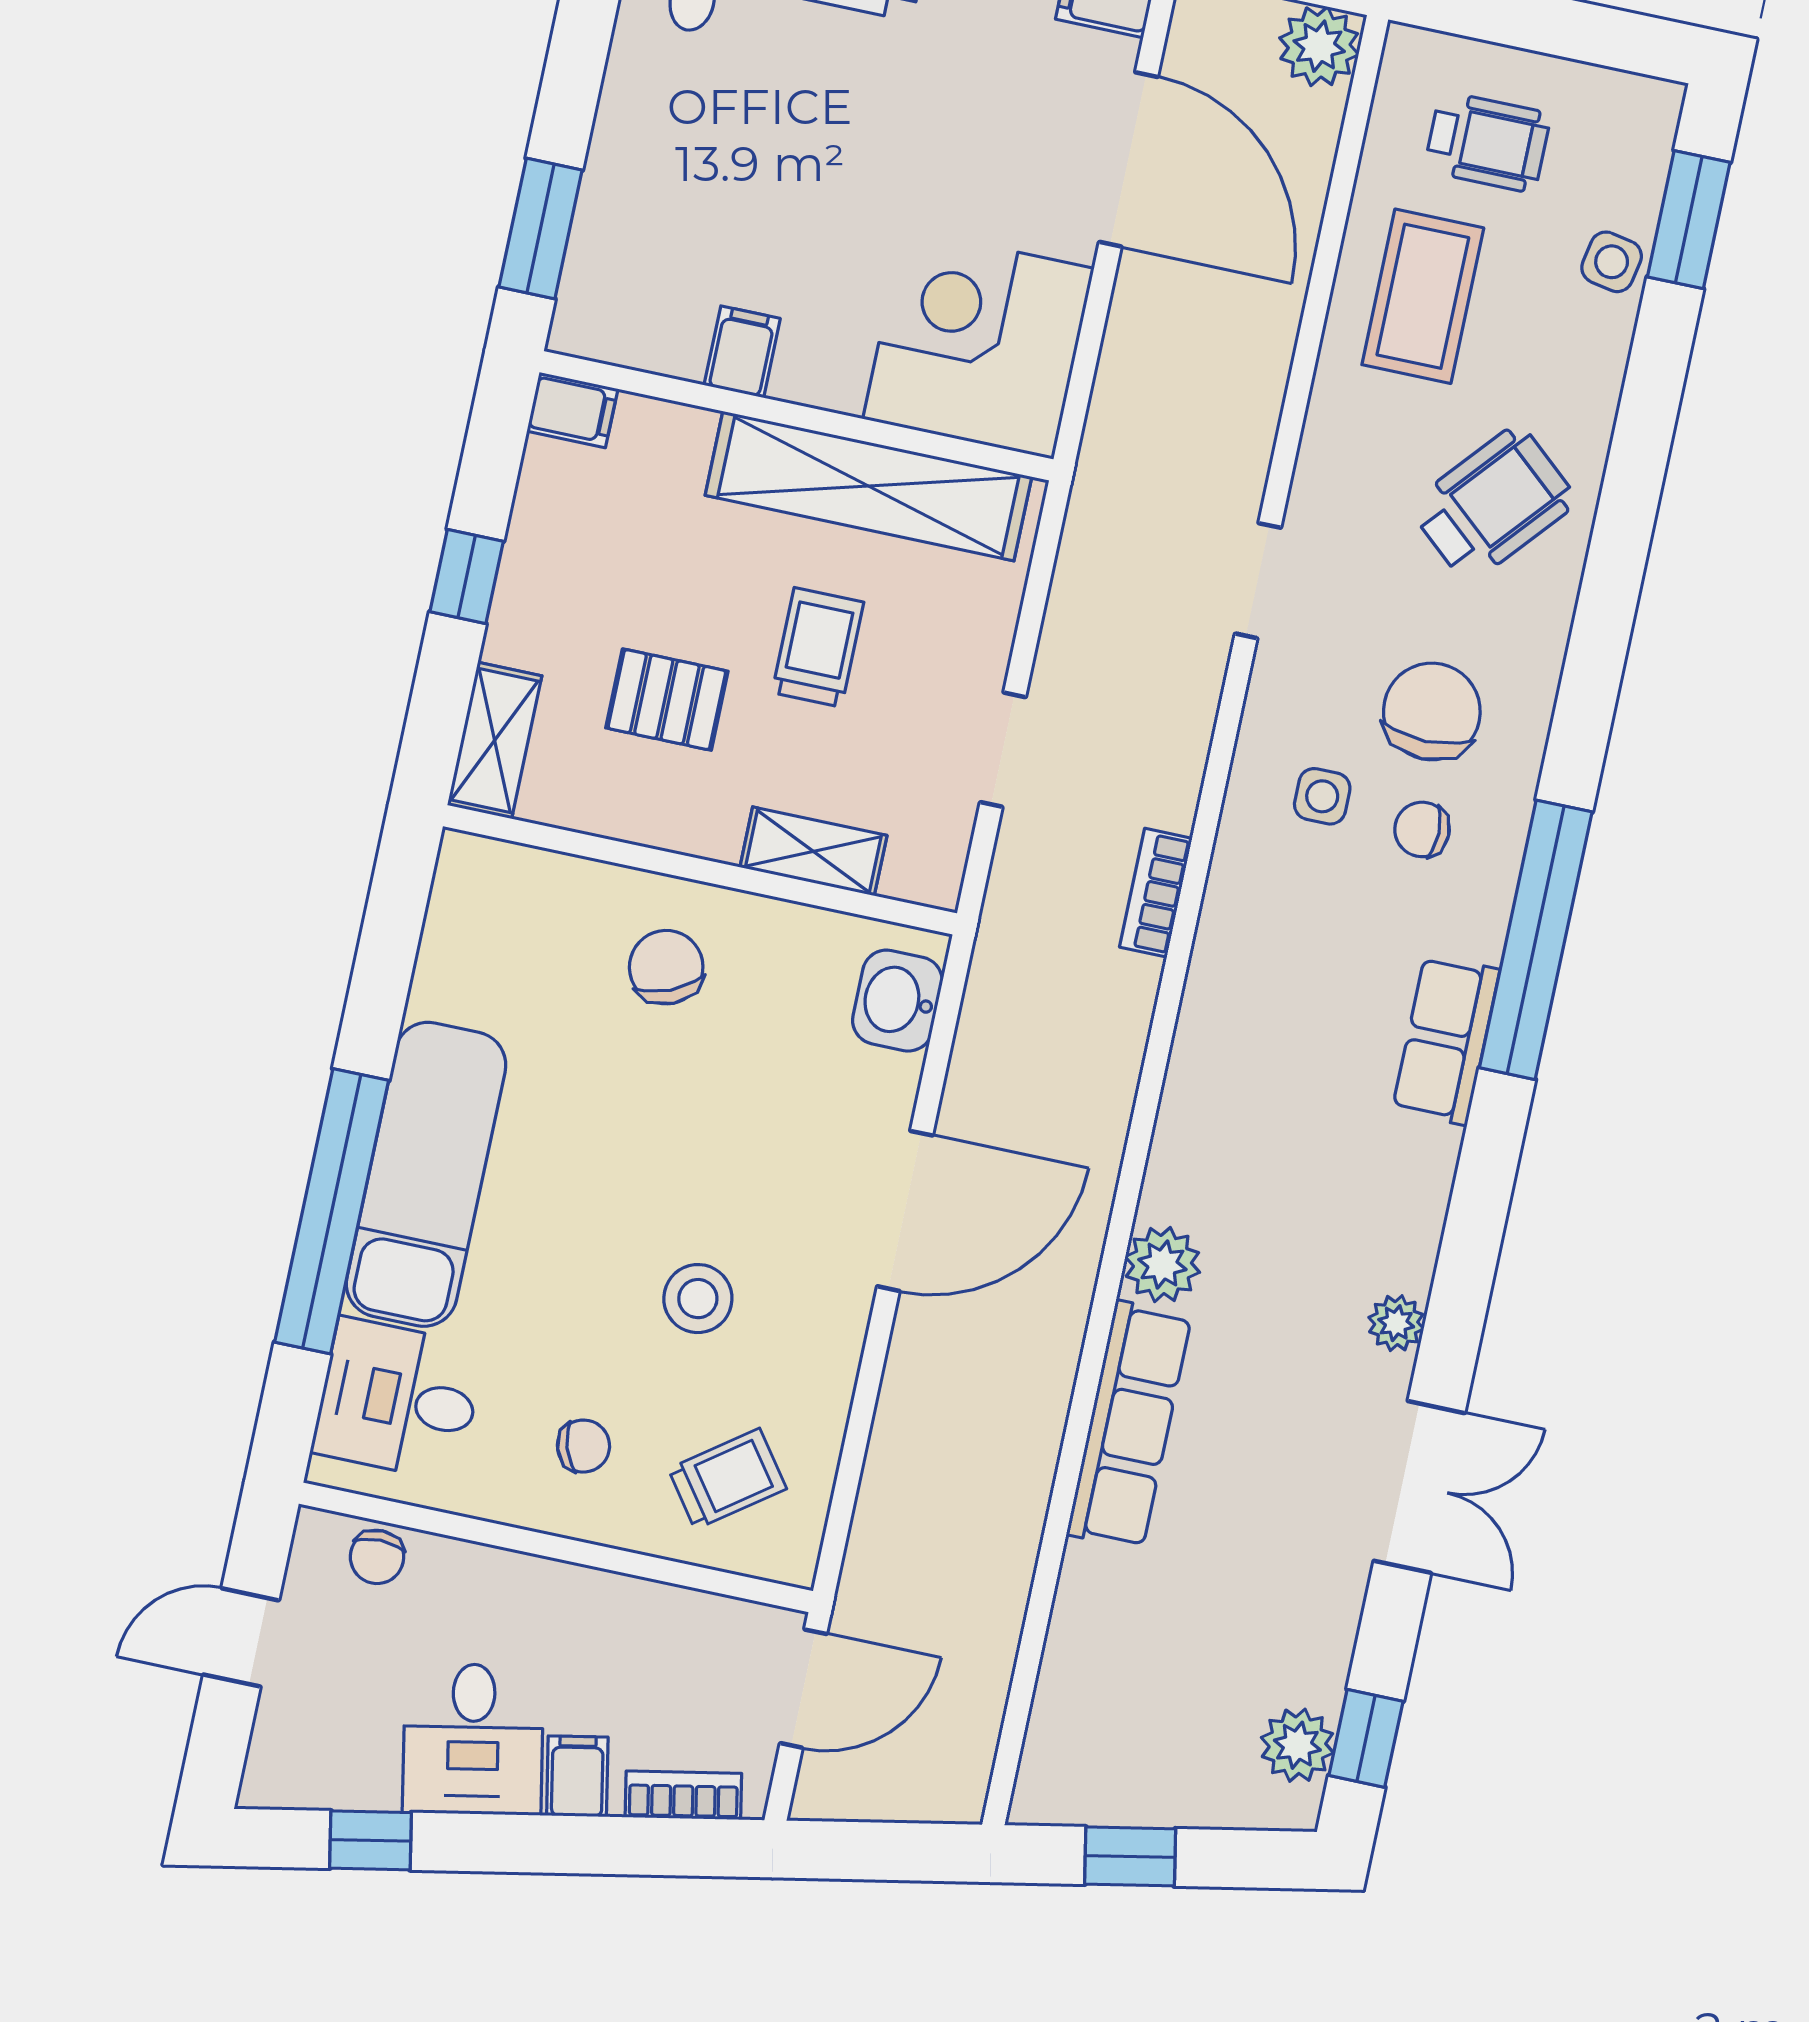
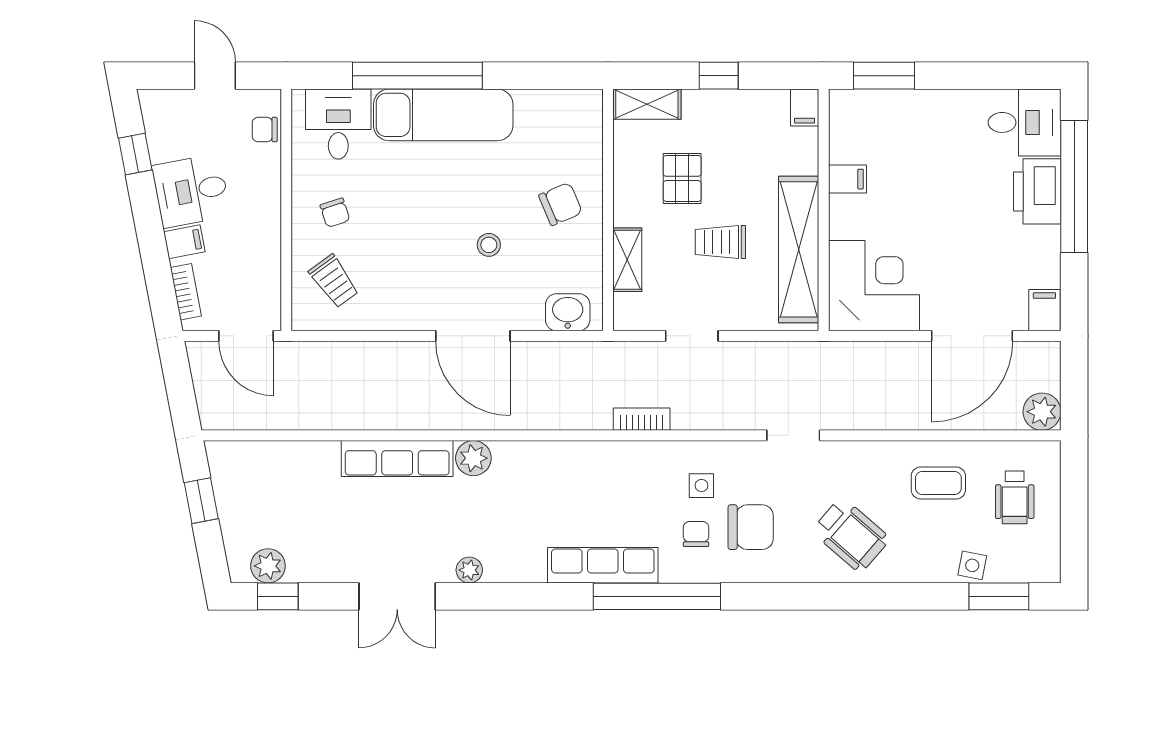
coffee table: (1423, 296) -> (938, 483), width x0.73, depth x0.77
trolley: (818, 647) -> (720, 242), turned 180
row of seats: (1446, 1040) -> (603, 565), width x1.48
stool: (698, 1299) -> (489, 245), moved, width x0.73, depth x0.73

